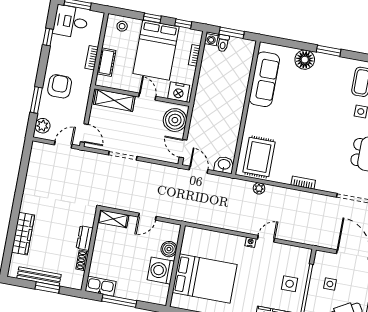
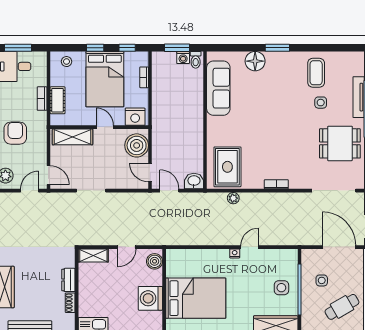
washing machine: (211, 39) -> (183, 58), moved
toilet: (223, 43) -> (196, 60), moved
boiler: (169, 249) -> (155, 261), moved

